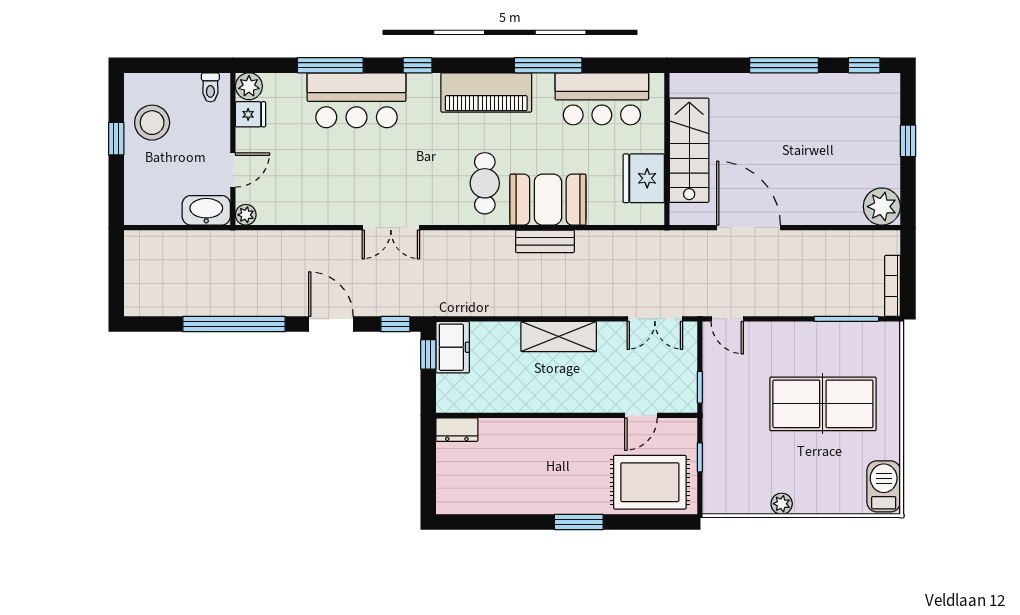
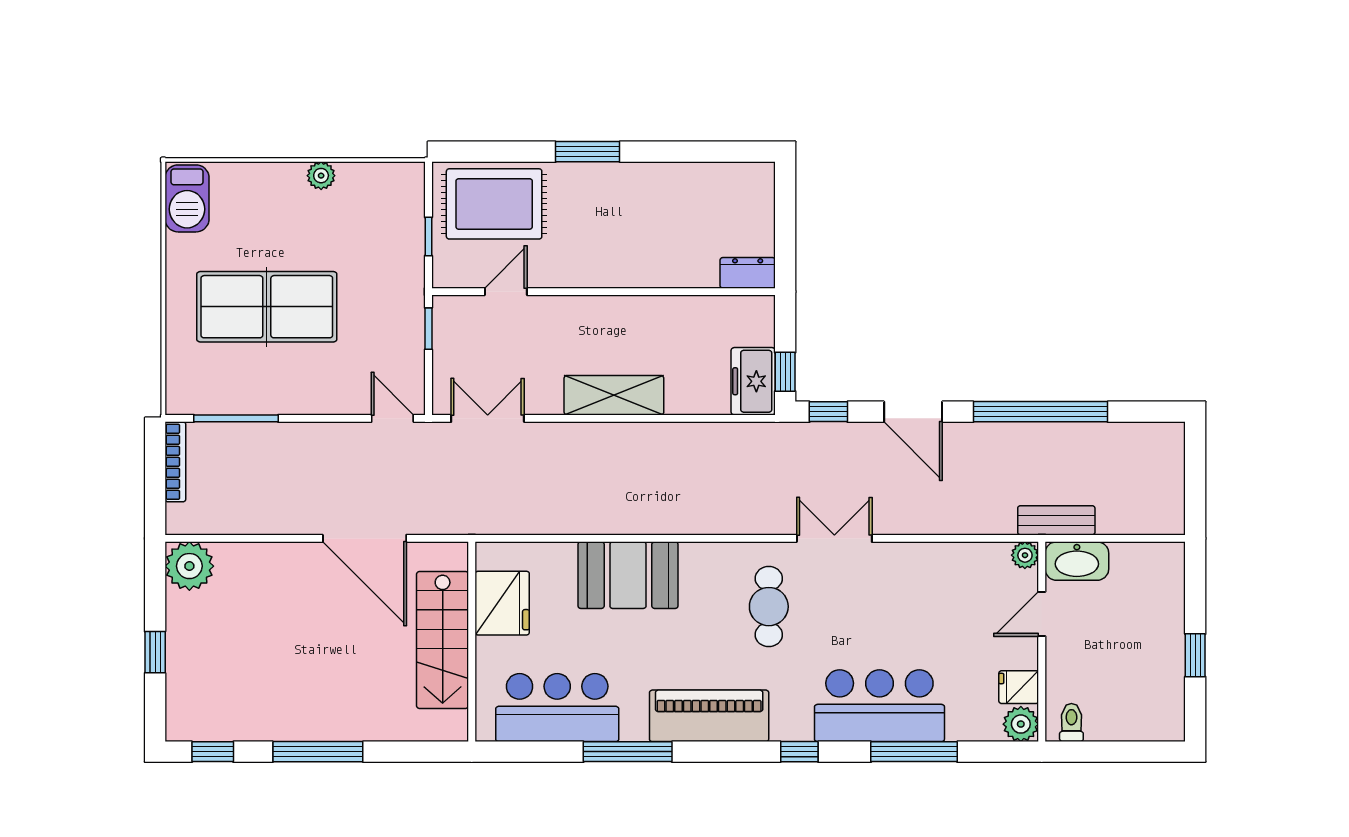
stool: (152, 123) -> (1148, 676), removed
cafe table: (485, 183) -> (769, 607), moved
bench: (545, 241) -> (1056, 520), moved

